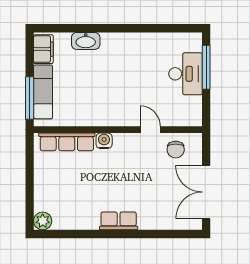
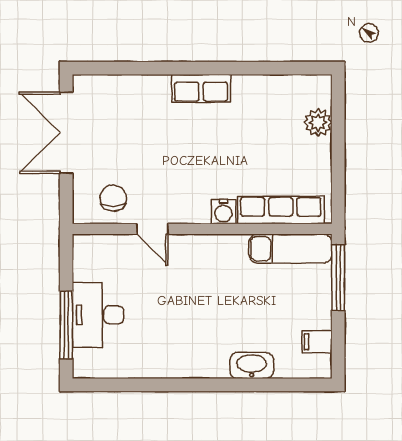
filing cabinet: (43, 49) -> (317, 342), width x0.50
exam couch: (43, 92) -> (290, 249), moved, turned -90
double door: (206, 192) -> (66, 133), swing flipped
plant: (43, 221) -> (318, 123), moved

